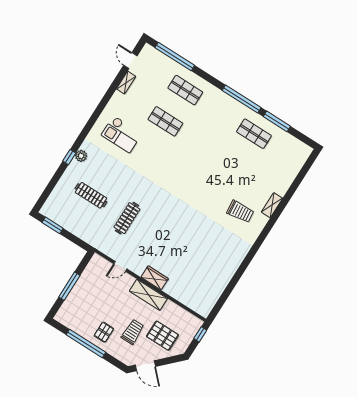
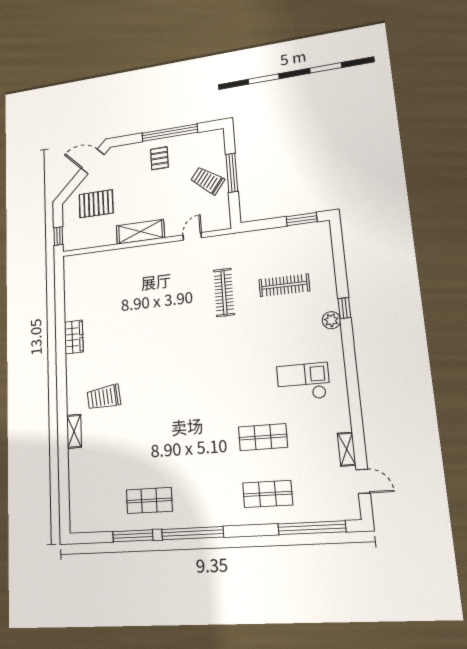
wardrobe: (155, 278) -> (74, 337), moved, turned -90
trolley: (133, 332) -> (207, 180), moved, turned 127

